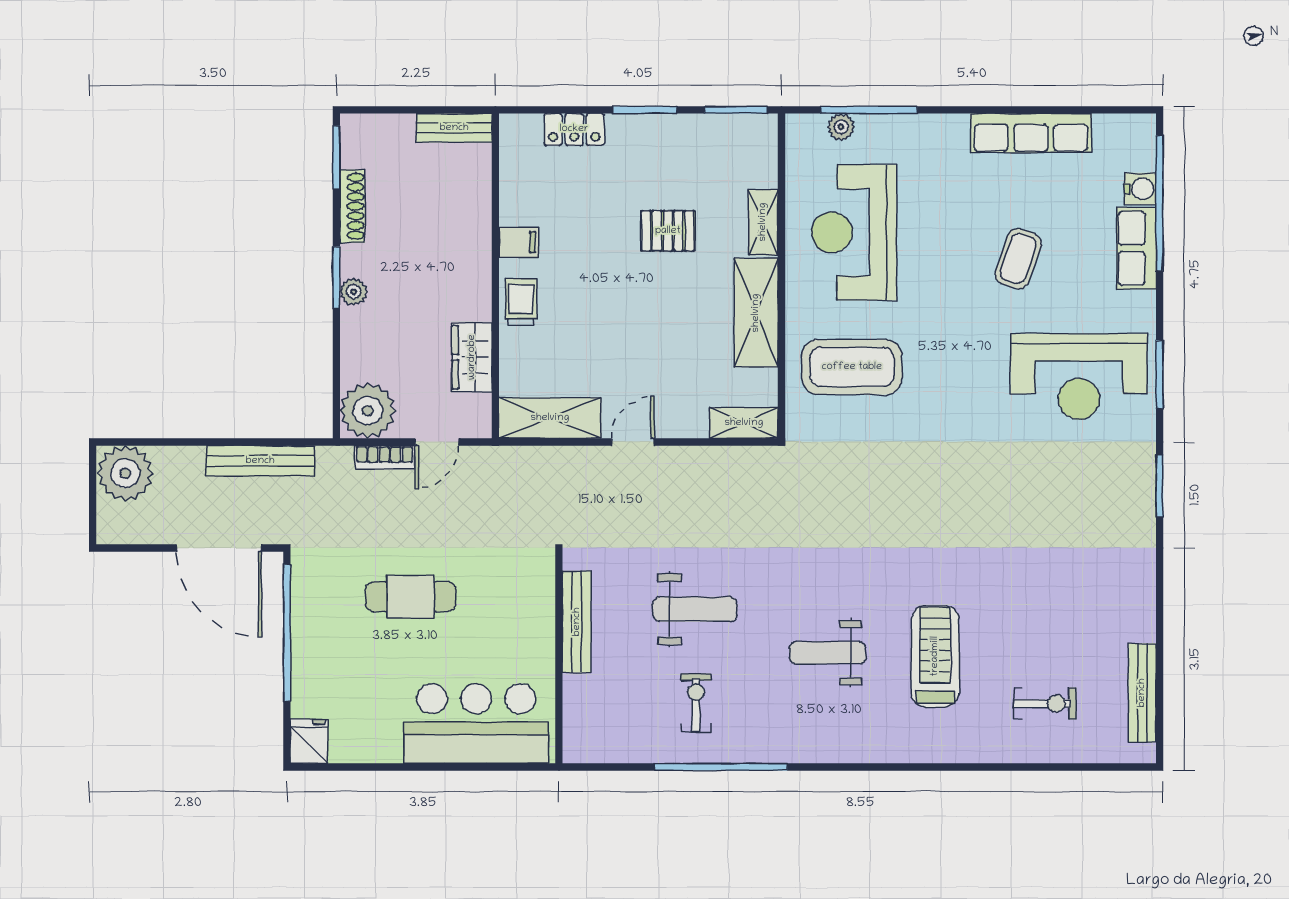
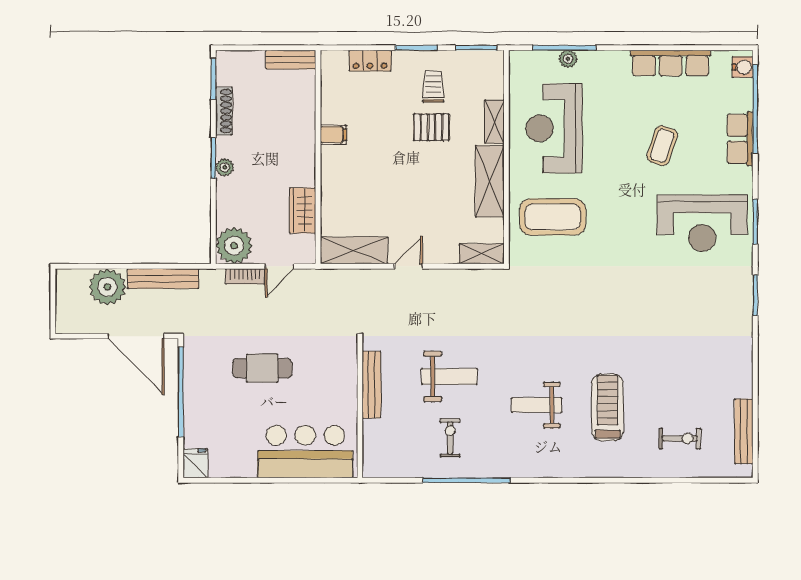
plant: (841, 127) -> (568, 59), moved
water cooler: (1140, 189) -> (743, 67), moved
trolley: (521, 302) -> (433, 87), moved
plant: (125, 473) -> (107, 287), moved

